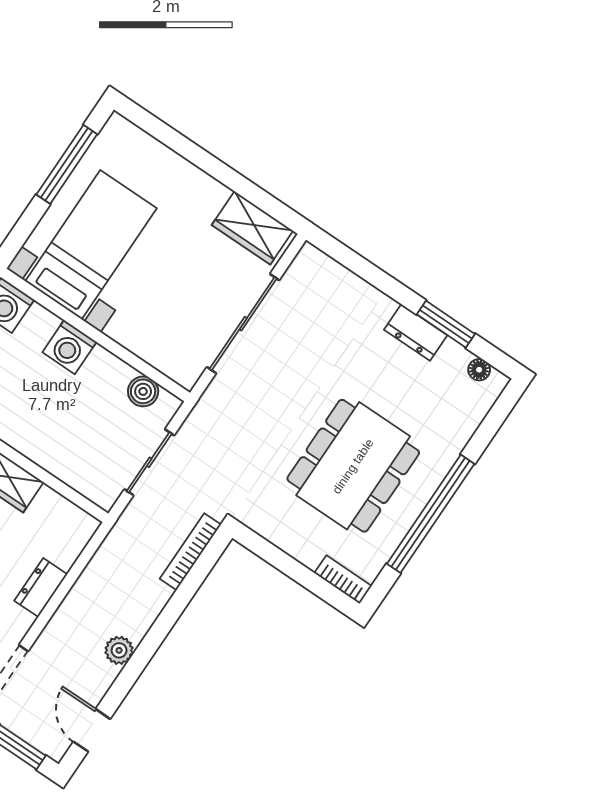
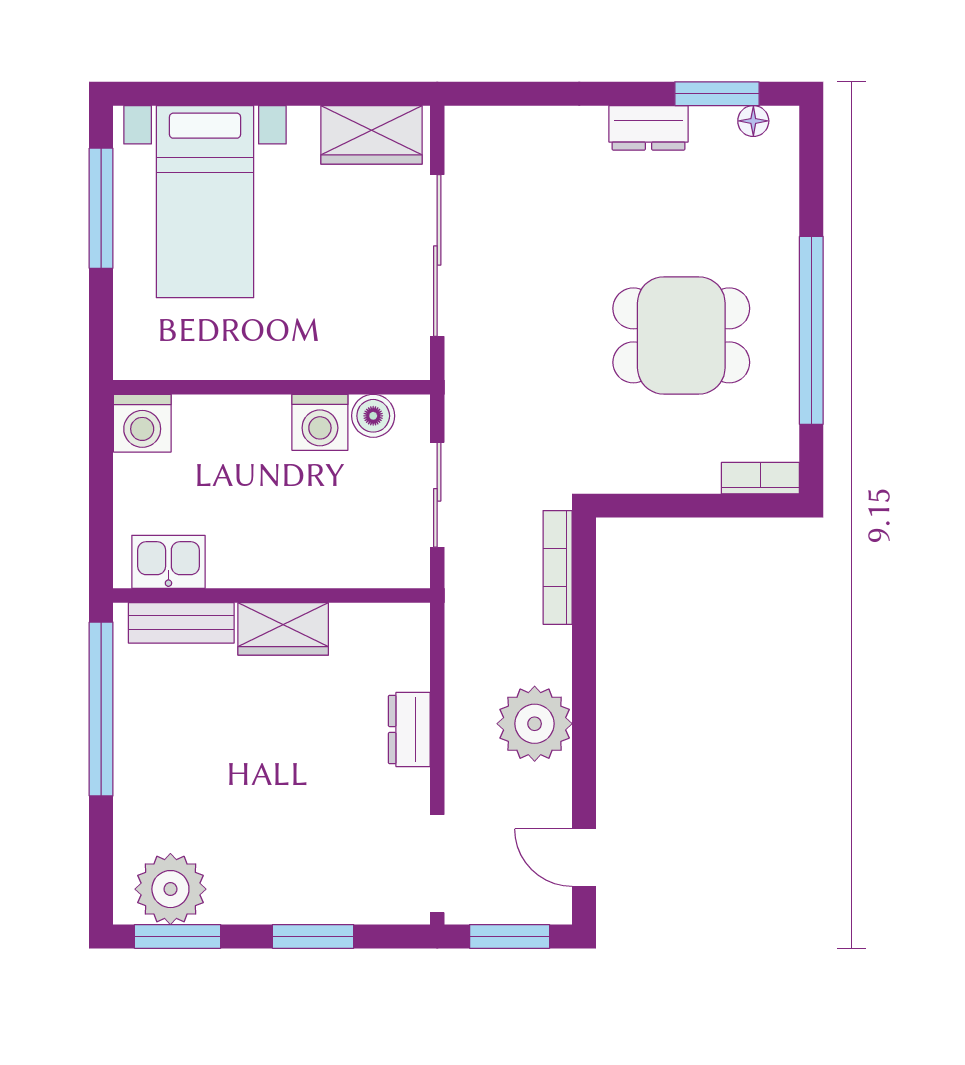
bed with nightstands: (91, 245) -> (205, 202), moved, turned 180
window: (446, 324) -> (717, 94), moved
washing machine: (69, 347) -> (320, 422), moved
dining table: (353, 466) -> (681, 335), width x0.73
plant: (119, 650) -> (535, 724), width x1.88, depth x1.88

